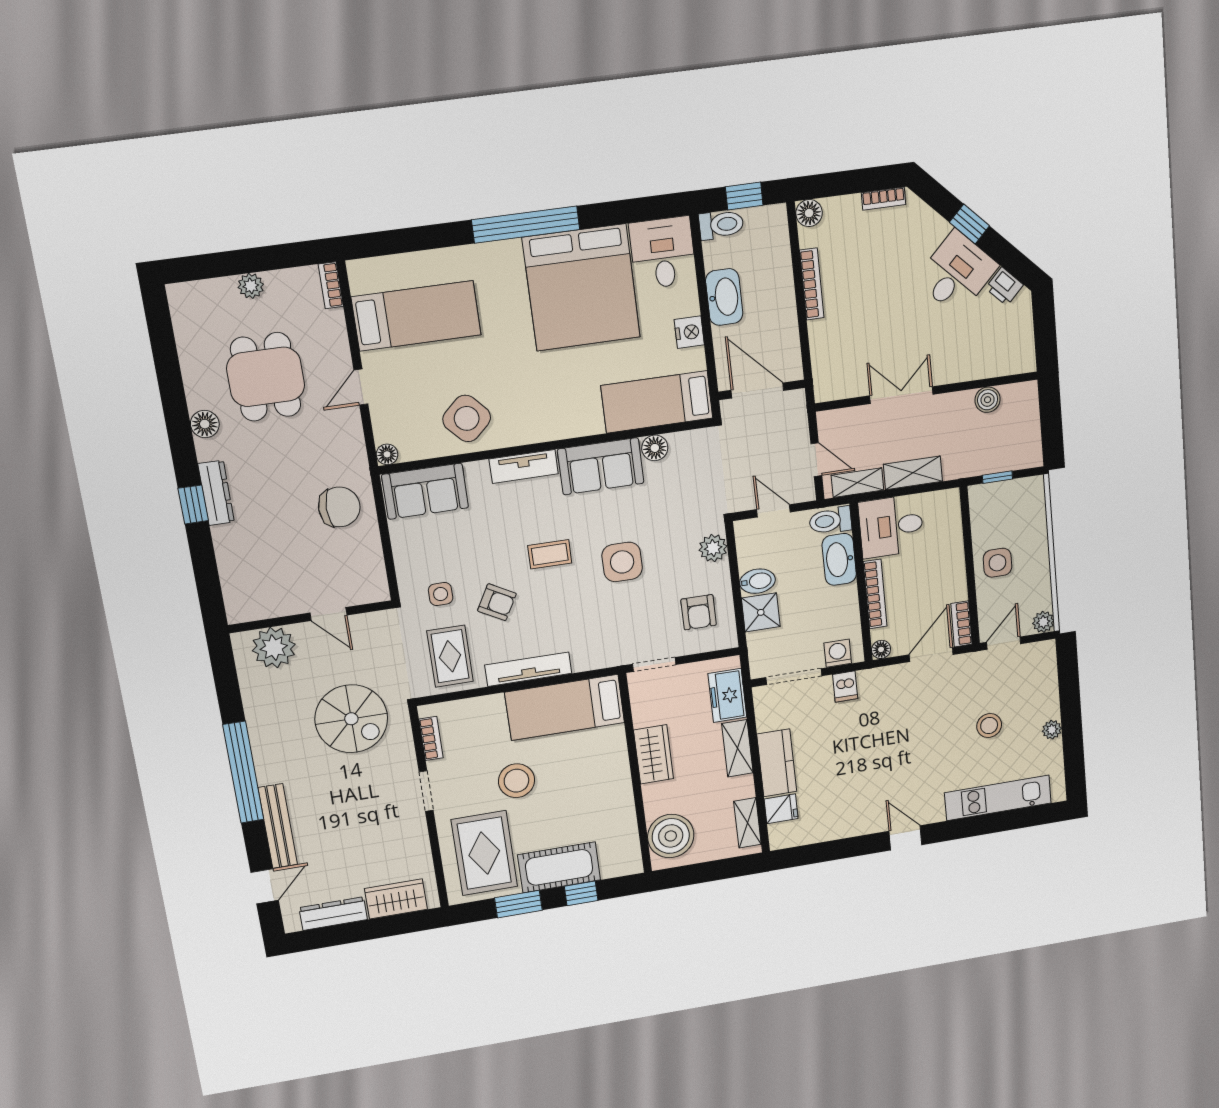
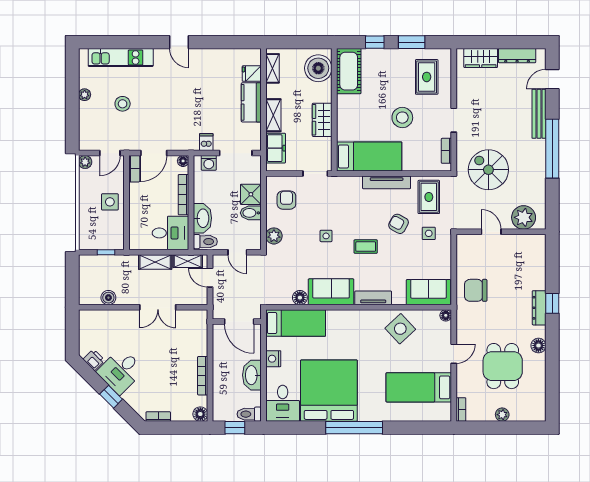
side table: (622, 562) -> (326, 236), width x0.54, depth x0.54
rug: (484, 853) -> (427, 77), width x0.73, depth x0.70
cot: (559, 867) -> (349, 71), moved, turned 90

